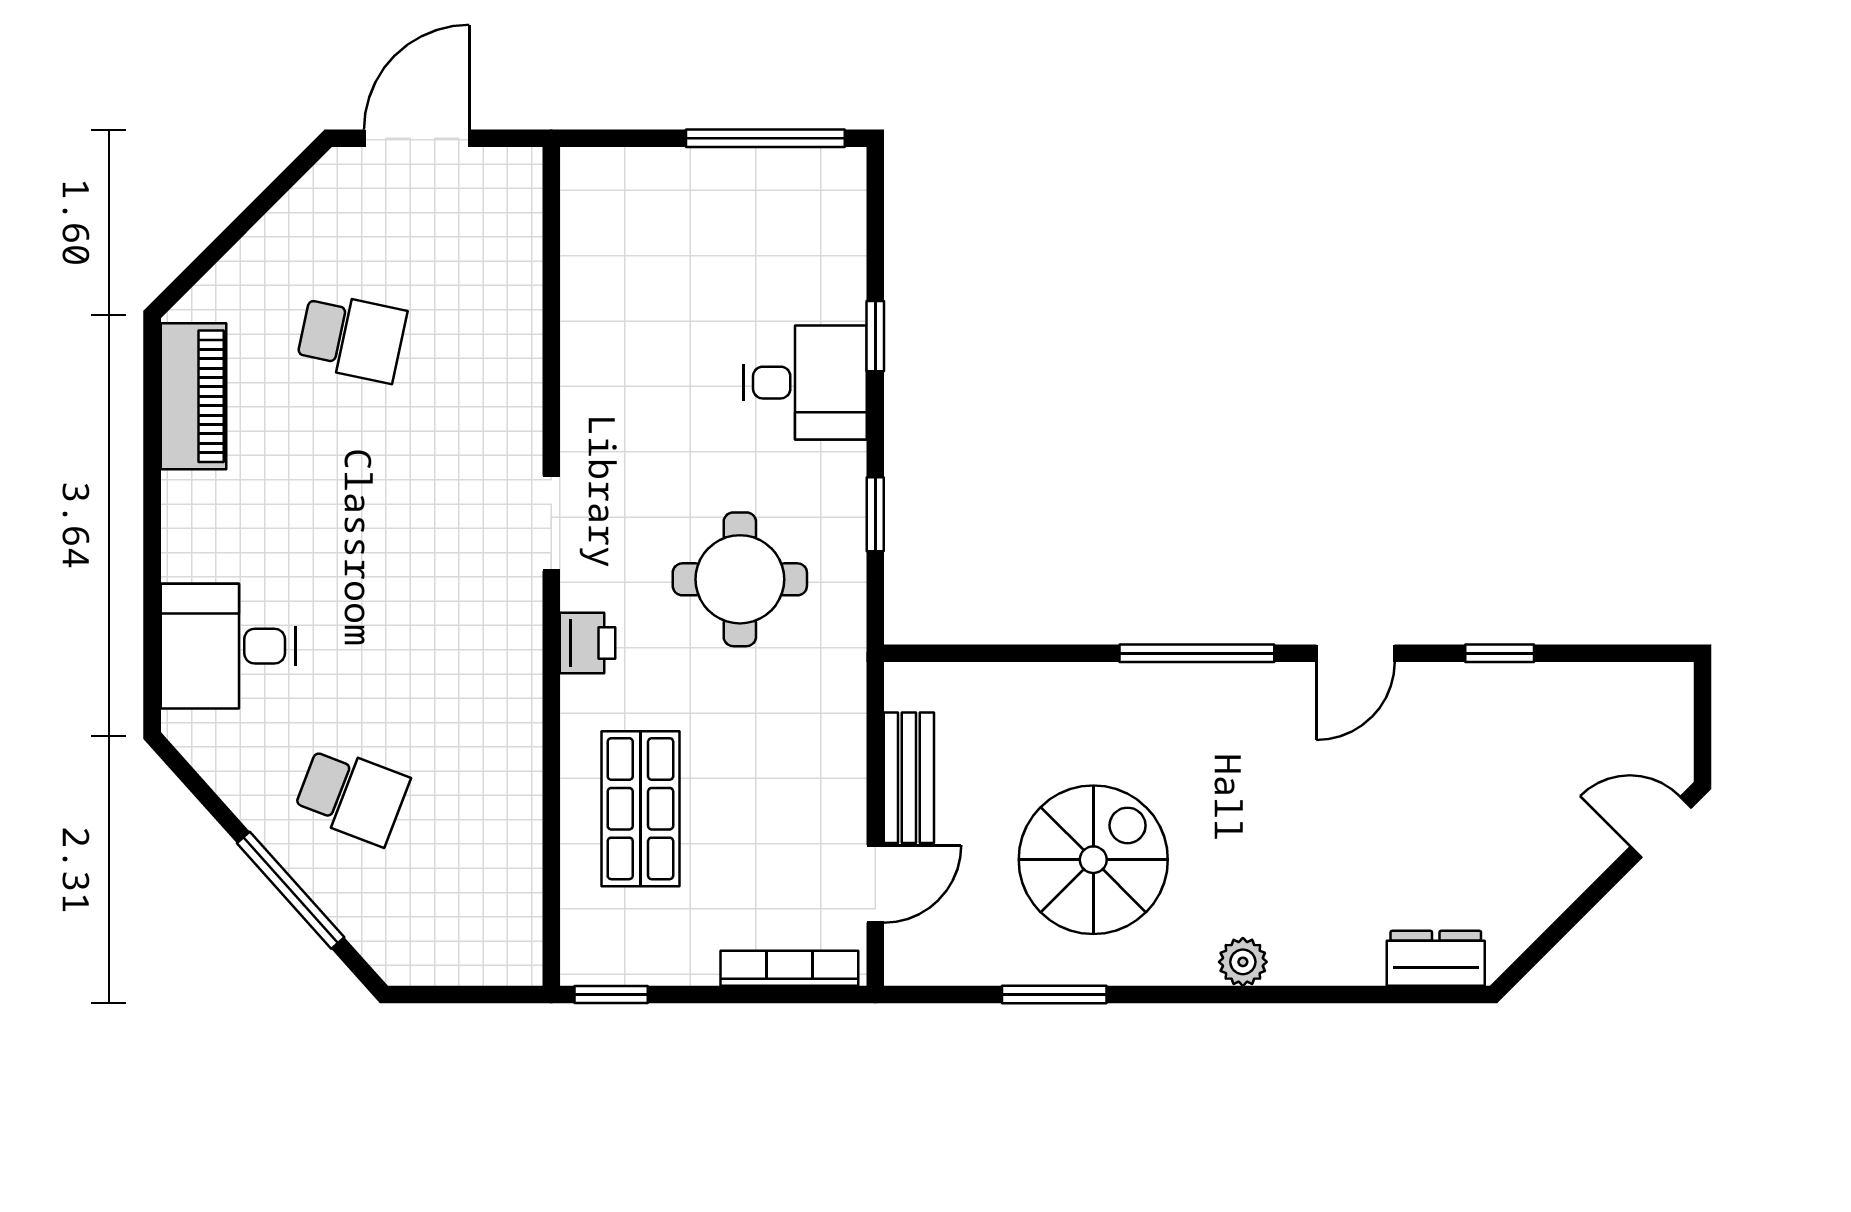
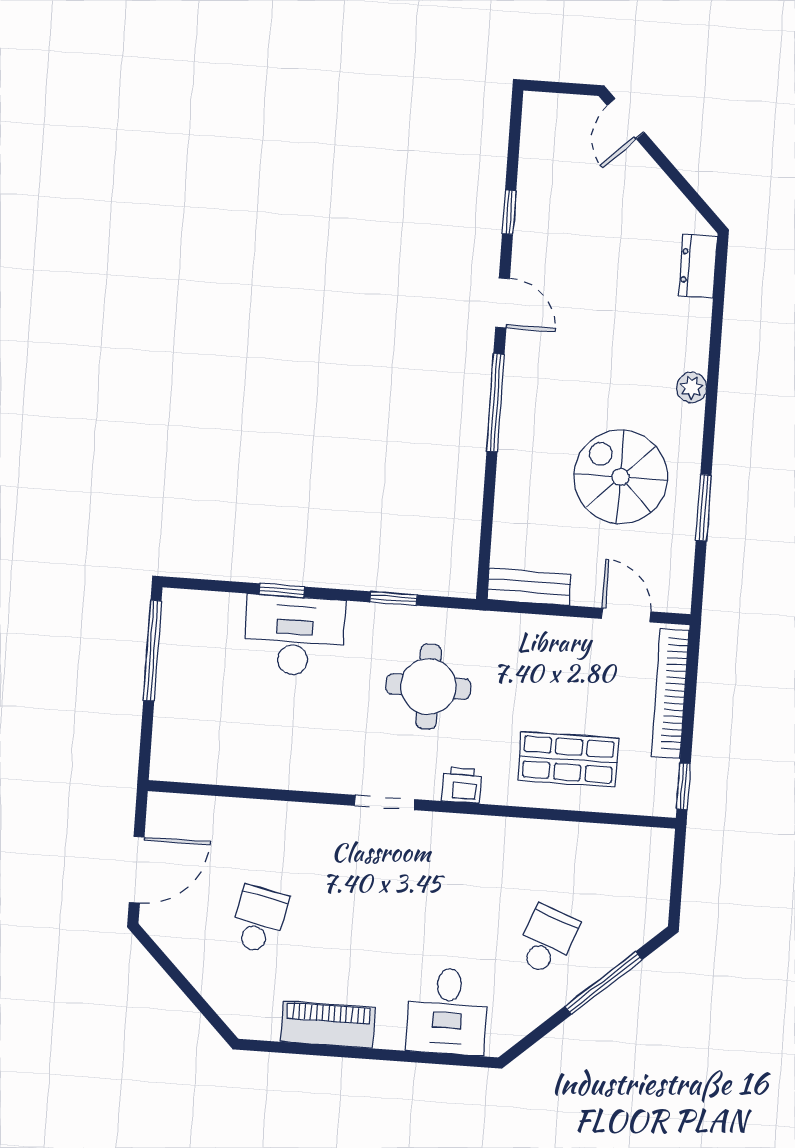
door: (417, 138) -> (137, 870), swing flipped
desk: (805, 383) -> (294, 636), width x1.37
piano: (193, 396) -> (328, 1024), moved
bench: (909, 778) -> (529, 587), moved
bookcase: (789, 968) -> (670, 693), width x1.48, depth x1.31

